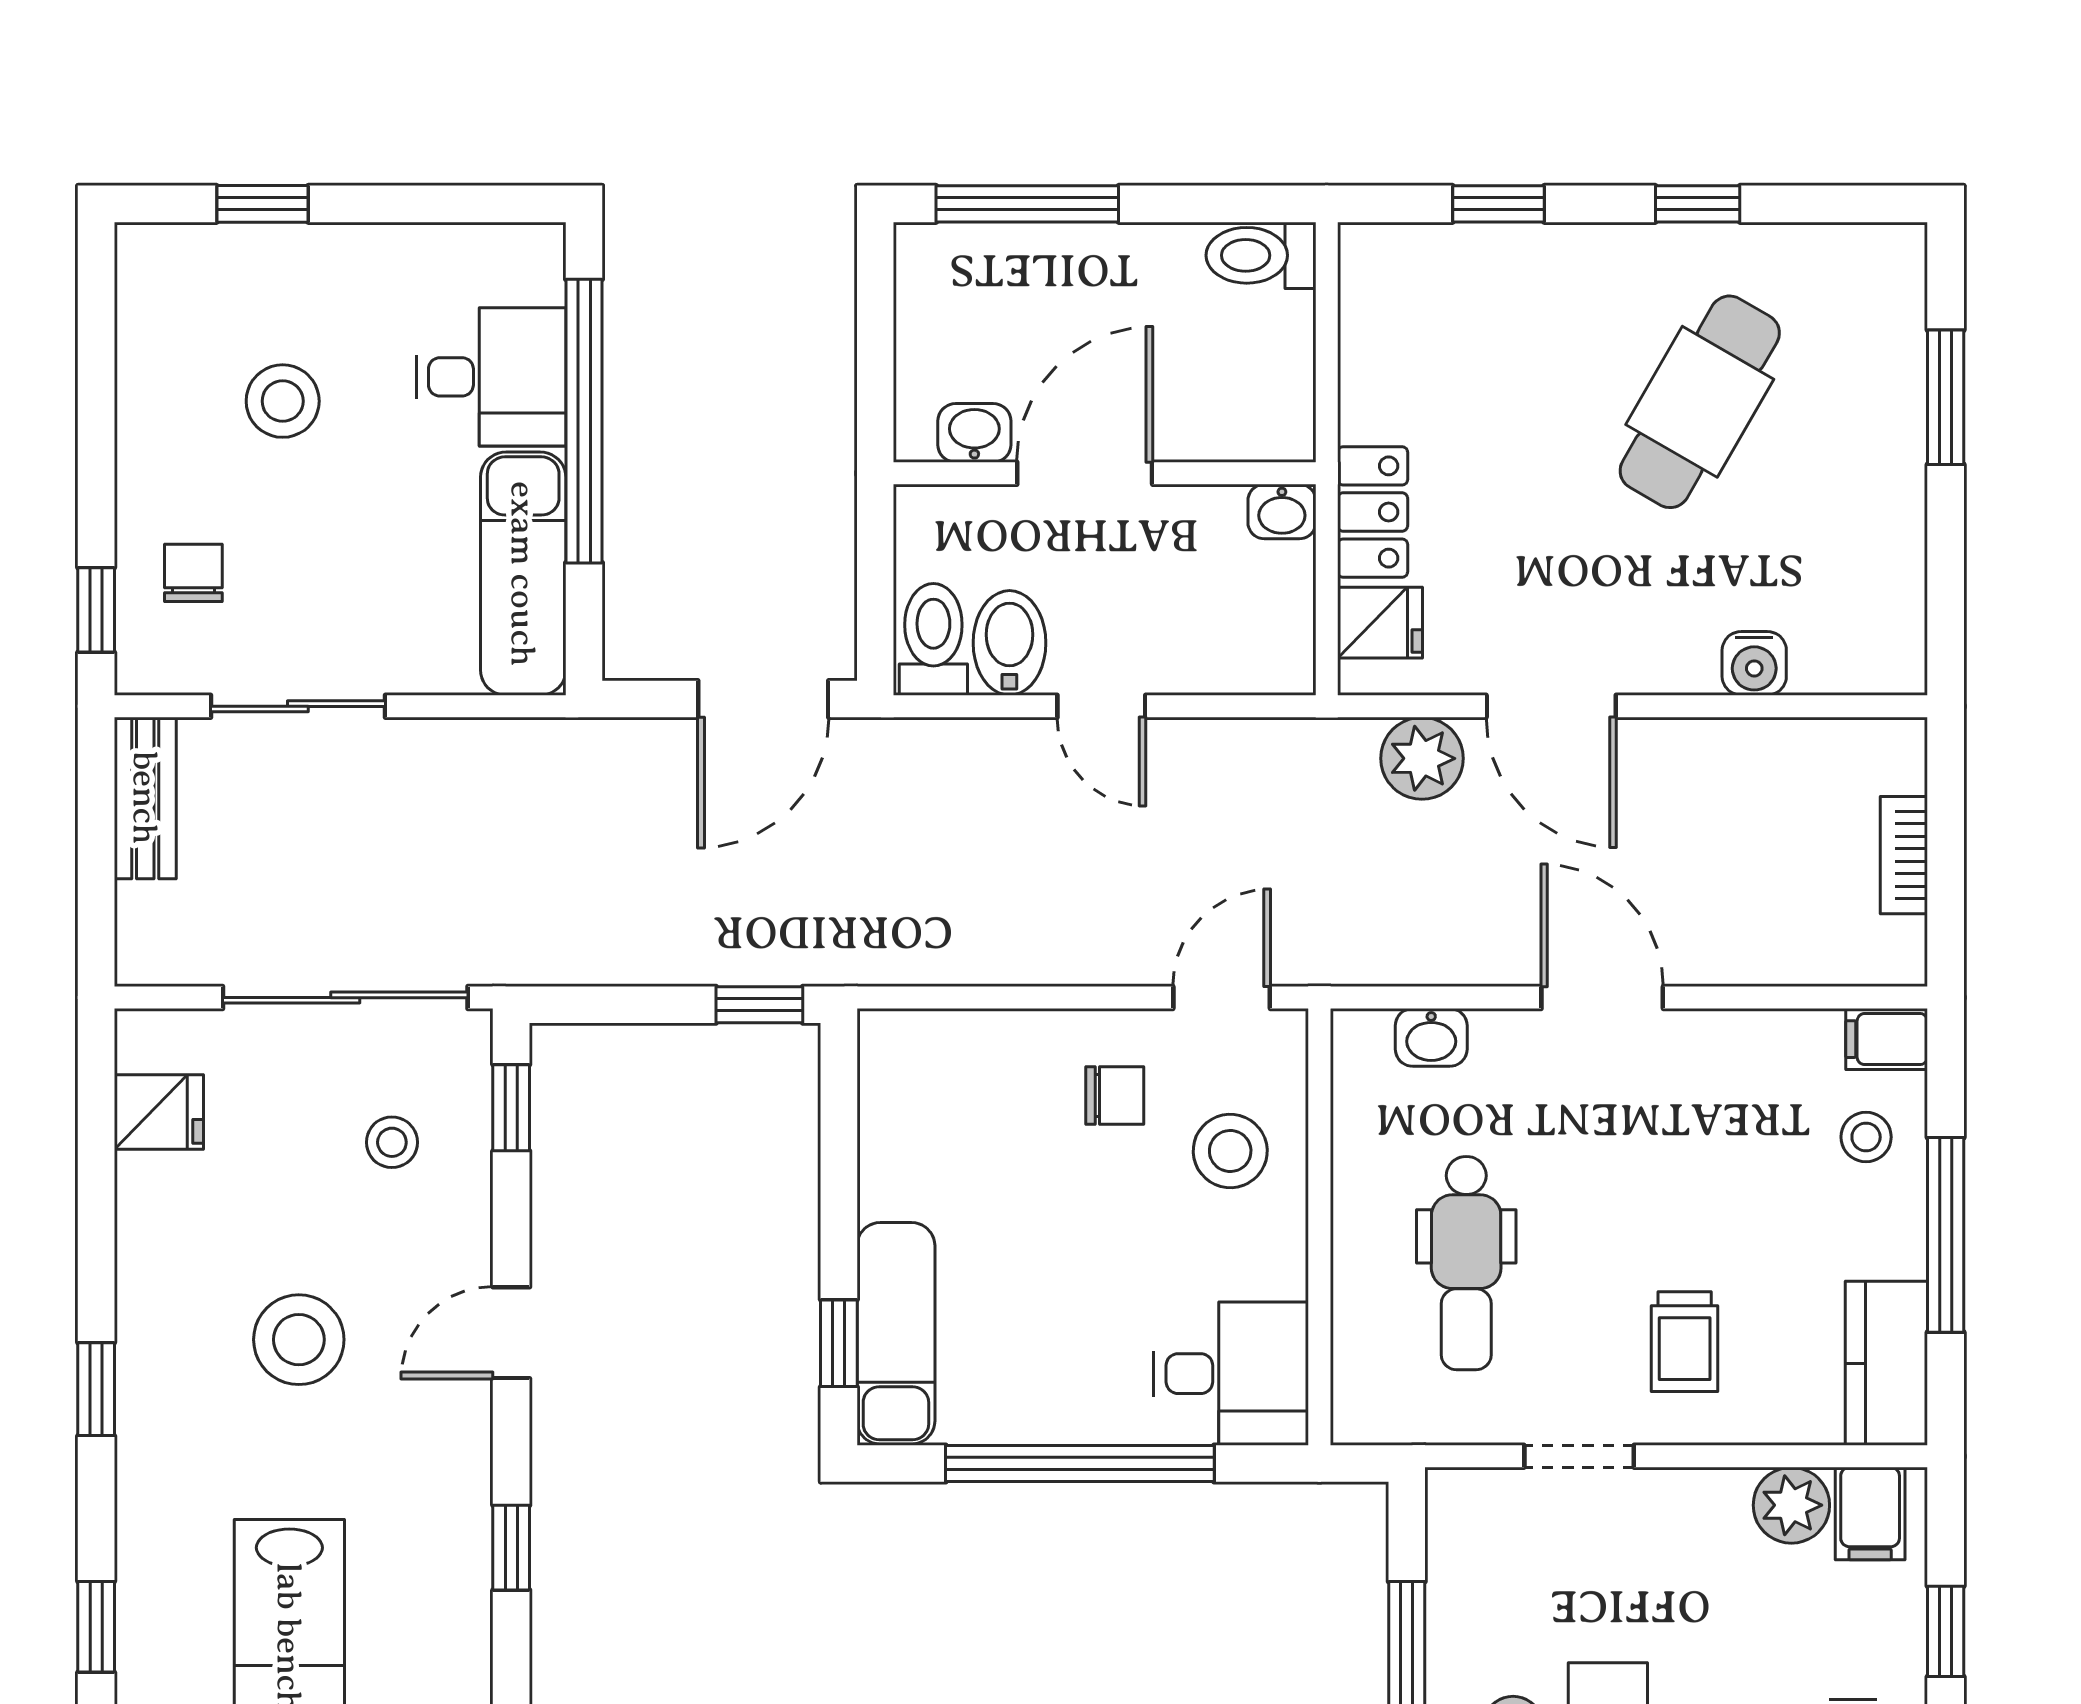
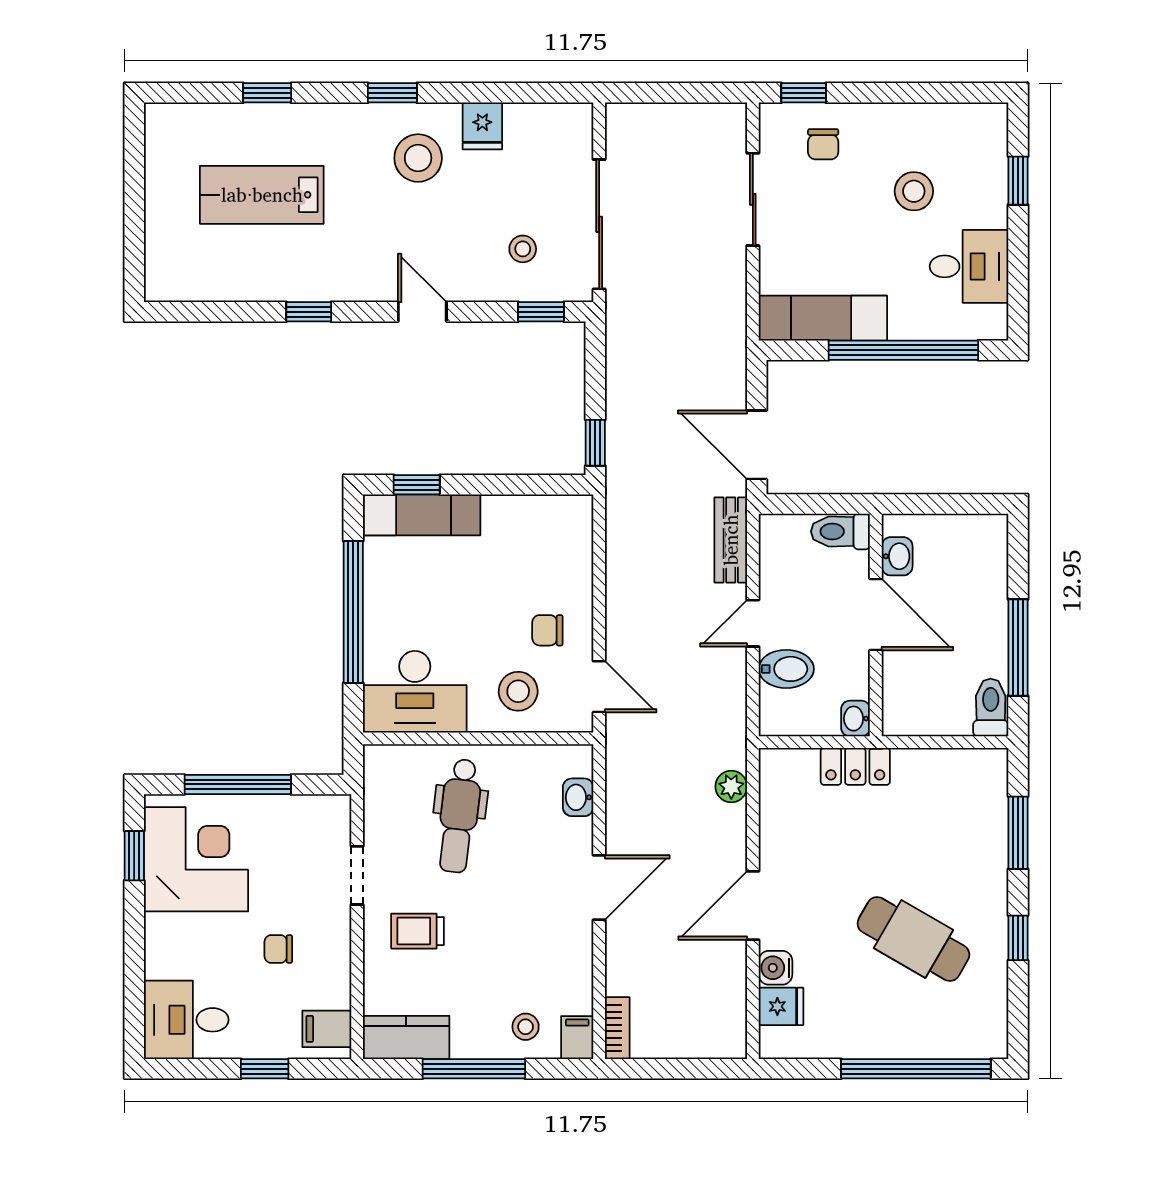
window: (1027, 204) -> (1018, 648), moved
window: (1498, 204) -> (1018, 833), width x1.50
desk: (491, 377) -> (969, 266), moved, turned -90
window: (1946, 397) -> (916, 1069), width x2.11
chair: (193, 573) -> (823, 144), turned 90
fridge: (1380, 623) -> (781, 1006), moved, turned -90
toilet: (933, 639) -> (840, 531), moved, turned 180
bidet: (1009, 643) -> (786, 669), moved
door: (1551, 706) -> (753, 905), moved
plant: (1422, 758) -> (731, 786), width x0.73, depth x0.73
bench: (145, 798) -> (731, 540), moved, turned 90
bookcase: (1904, 855) -> (617, 1028), moved, turned 90
chair: (1115, 1095) -> (547, 630), turned 90
fridge: (159, 1112) -> (482, 126), moved
dental chair: (1466, 1263) -> (459, 816), turned -83
stool: (299, 1340) -> (418, 158), moved
desk: (1231, 1374) -> (415, 692), width x1.37
plant: (1791, 1505) -> (331, 987), removed
chair: (1719, 1605) -> (278, 949), added

